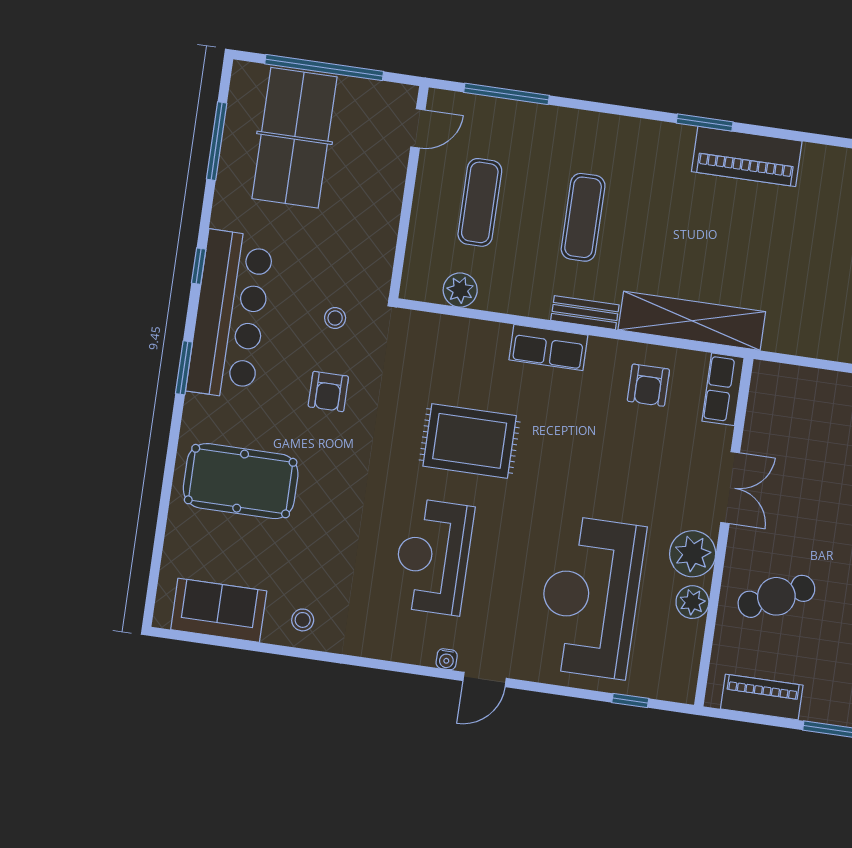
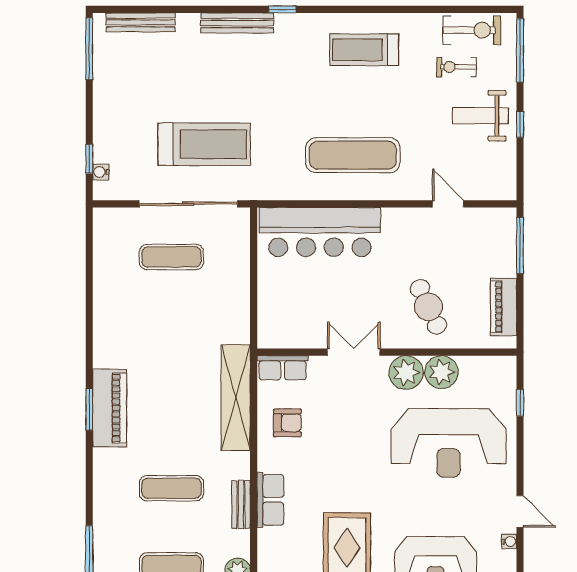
piano: (747, 156) -> (110, 408), moved
bench: (585, 313) -> (241, 505), moved
plant: (692, 602) -> (441, 372), width x1.36, depth x1.36

